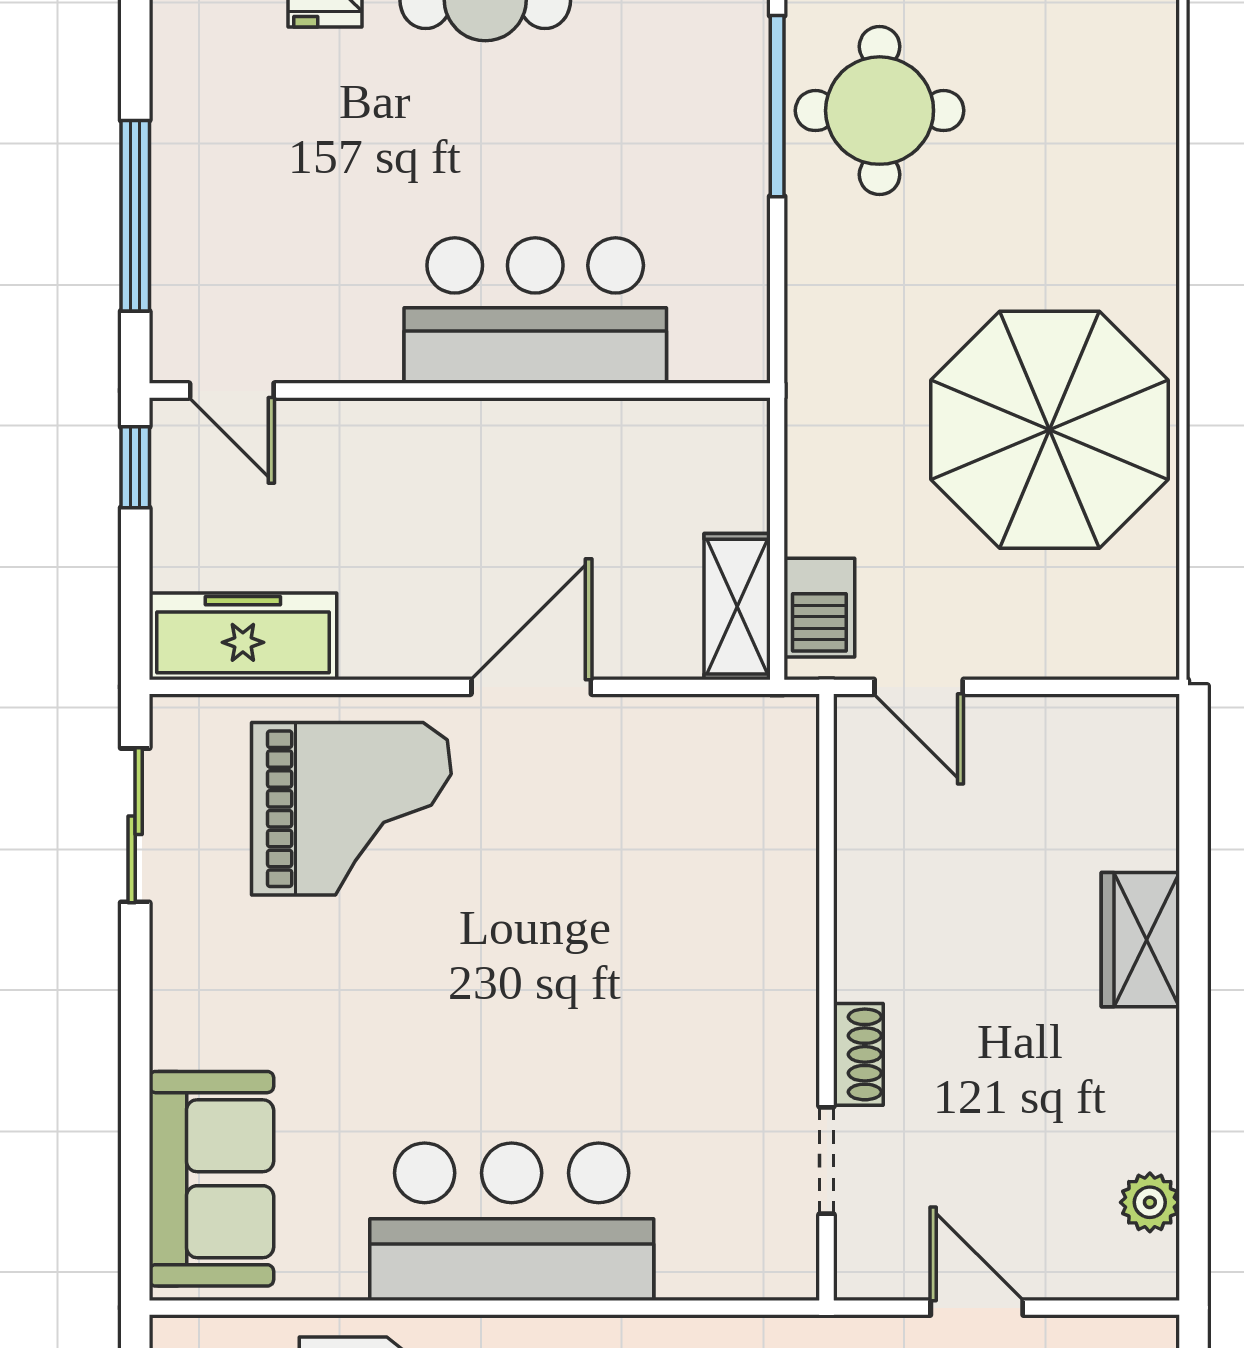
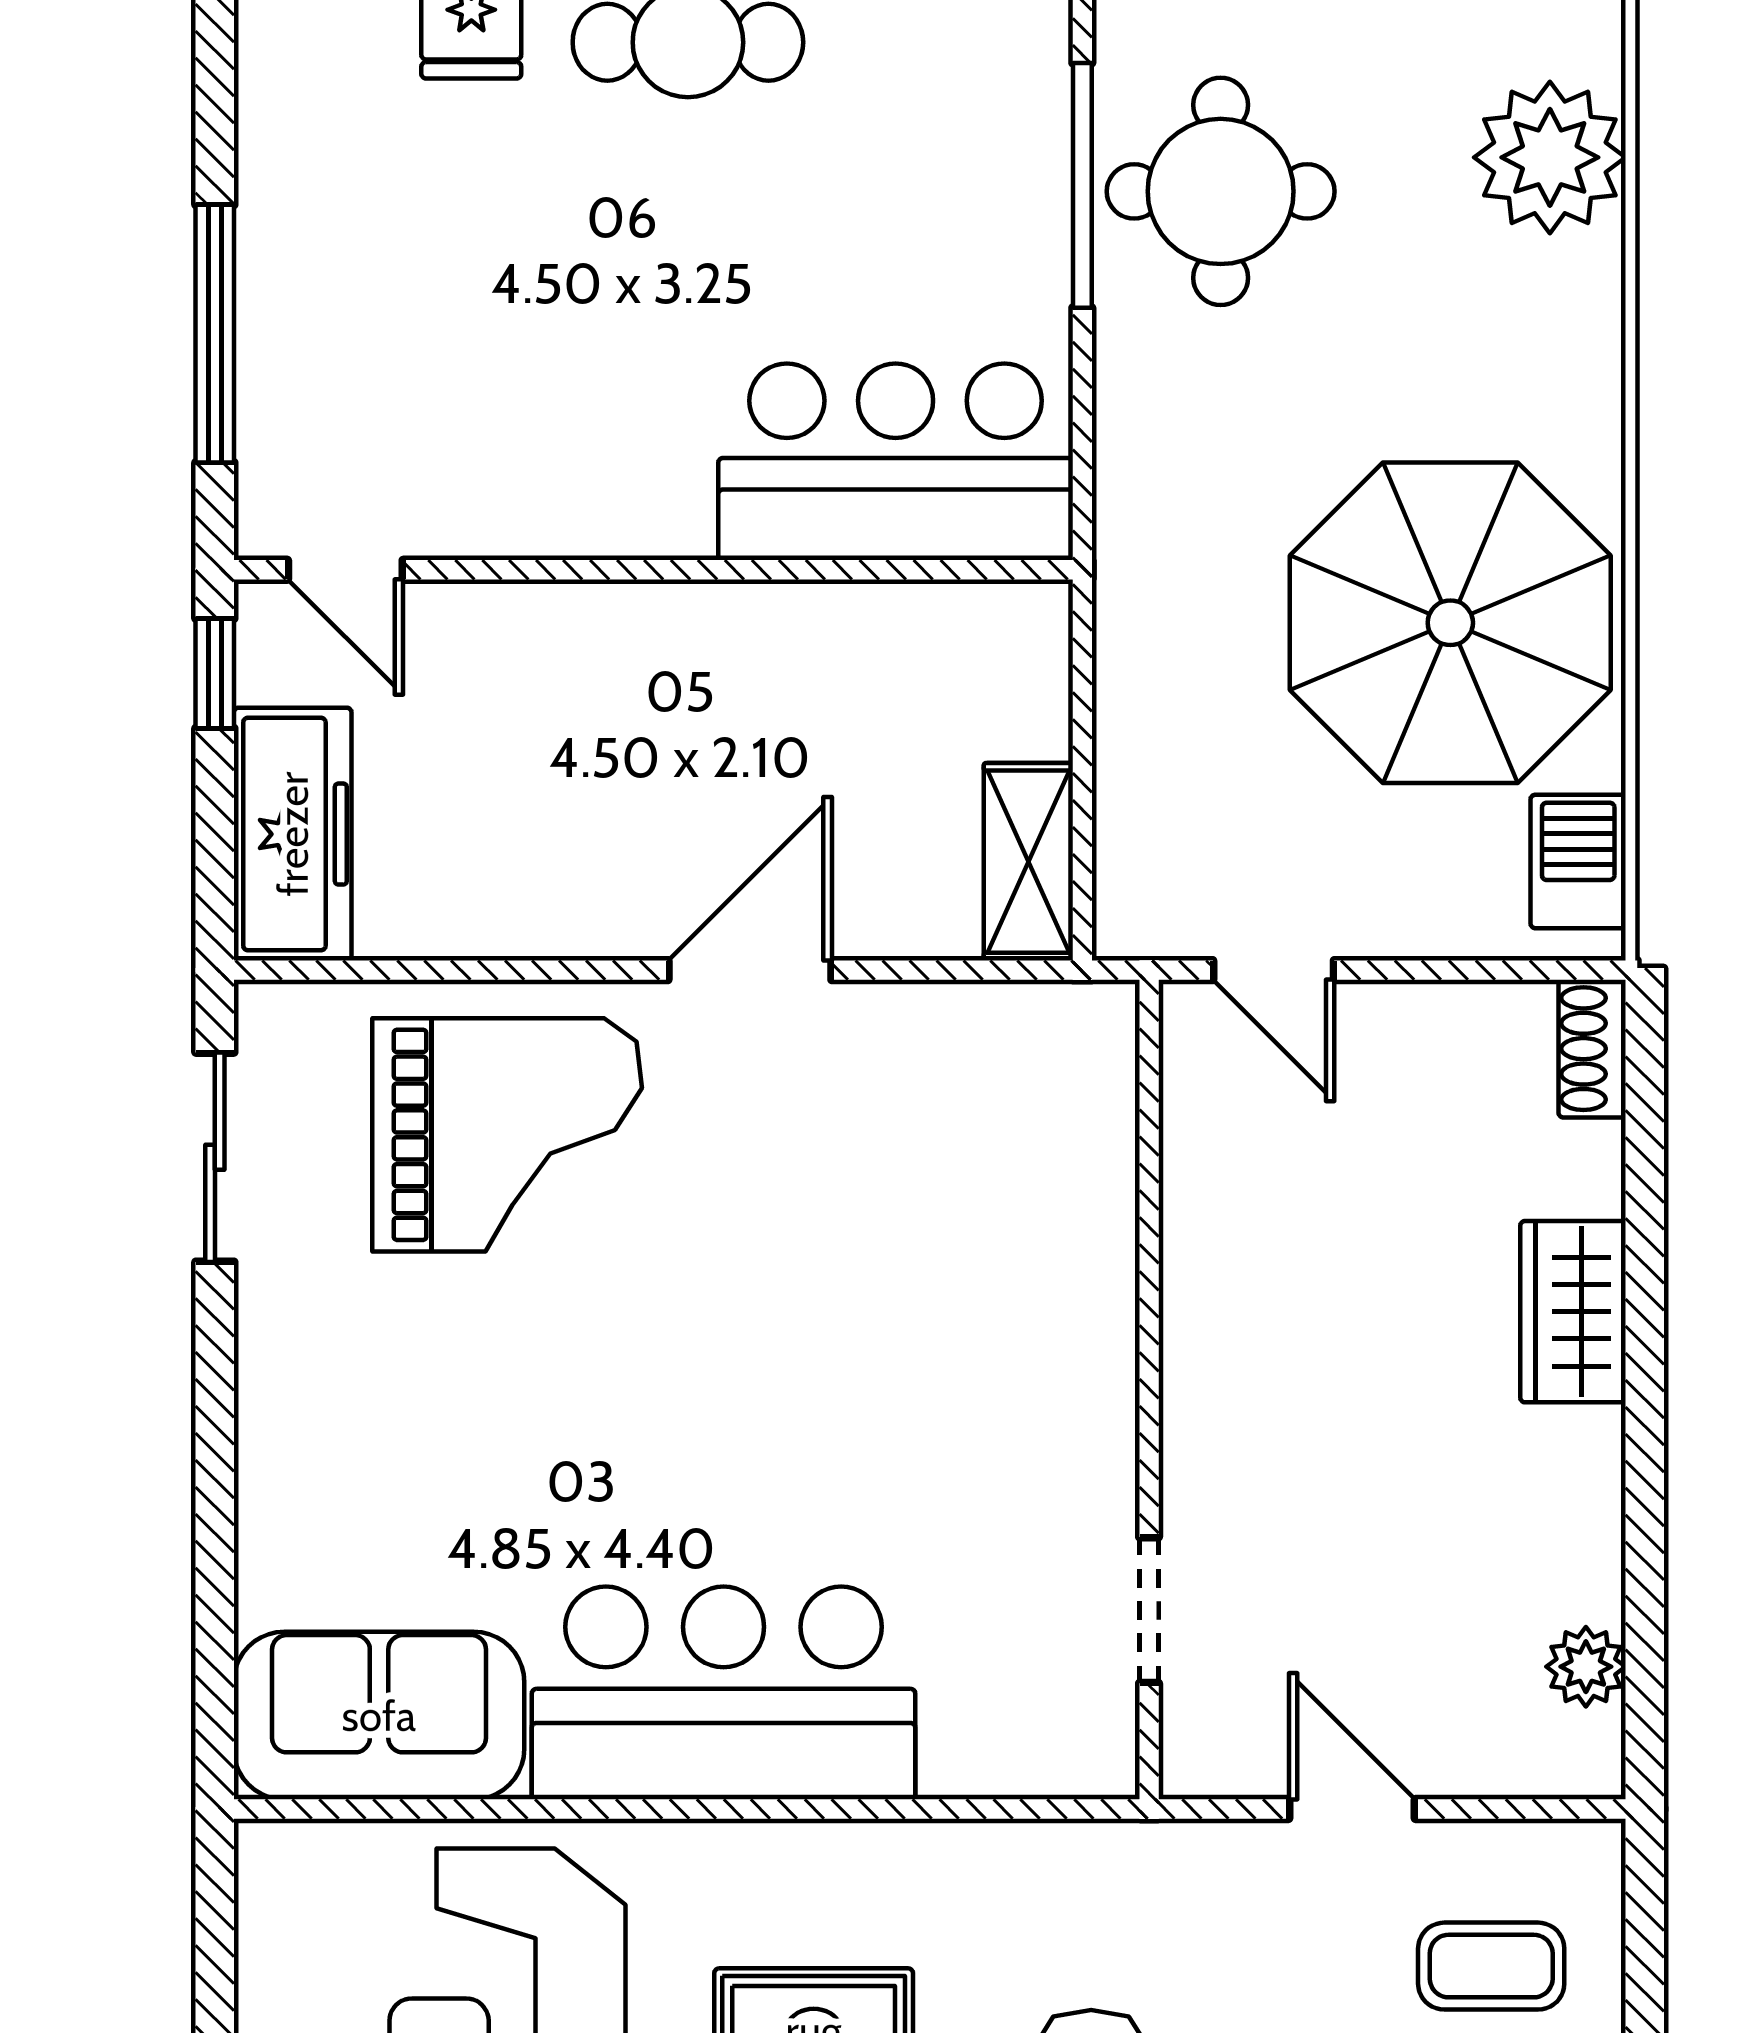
plant: (1123, 85) -> (1550, 157), added
bar counter: (535, 311) -> (896, 462), moved
barbecue: (819, 608) -> (1578, 861), moved, turned 180
freezer: (243, 636) -> (293, 834), moved, turned 90
shoe rack: (858, 1054) -> (1592, 1049), moved, turned 180
sofa: (211, 1179) -> (379, 1716), moved, turned -90

